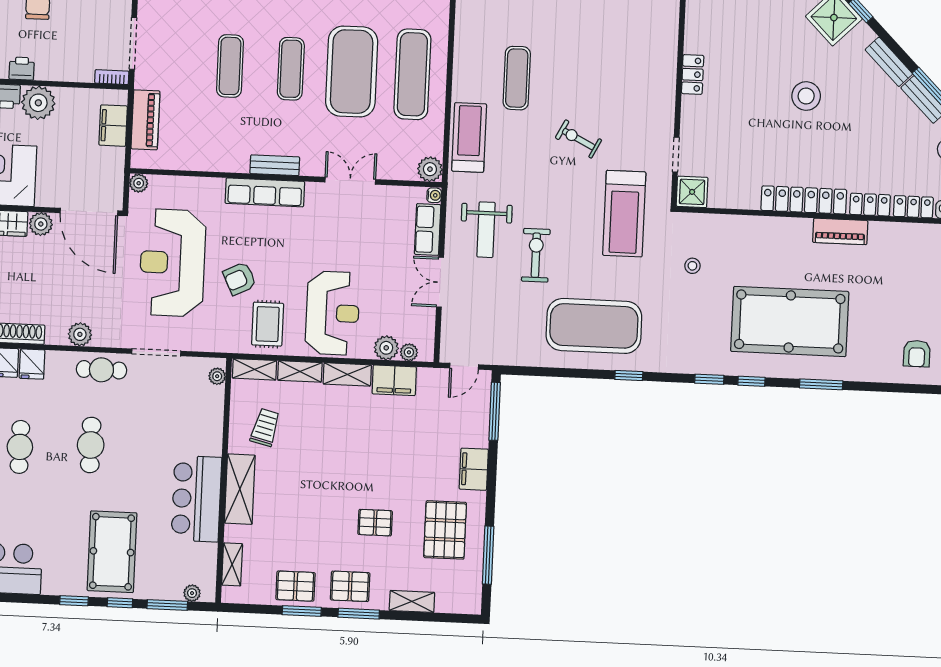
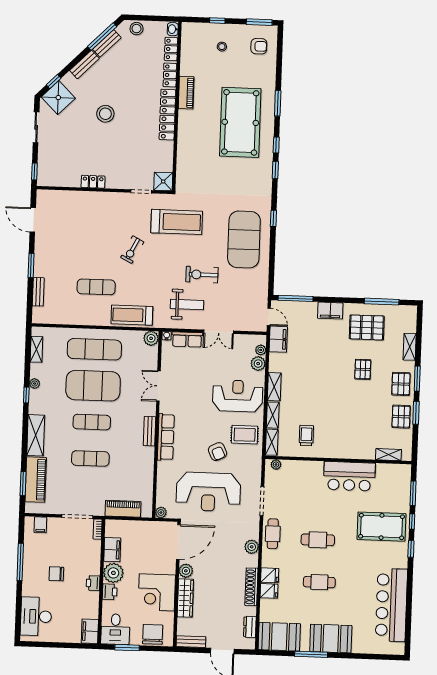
filing cabinet: (113, 126) -> (112, 550), moved, turned -90
stool: (692, 266) -> (222, 47), moved
filing cabinet: (394, 380) -> (278, 339), moved
trolley: (265, 427) -> (306, 436), turned 76
shelving: (240, 489) -> (343, 450), removed
plant: (192, 593) -> (406, 478), removed

